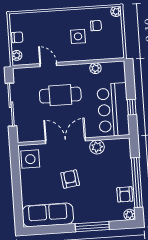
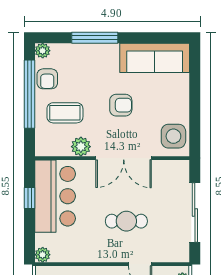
plant: (95, 68) -> (43, 255), moved
cafe table: (60, 95) -> (126, 221), width x0.73, depth x0.74
coffee table: (110, 171) -> (65, 113), added
armchair: (70, 179) -> (121, 105), turned -82
armchair: (125, 194) -> (47, 79), turned 180

